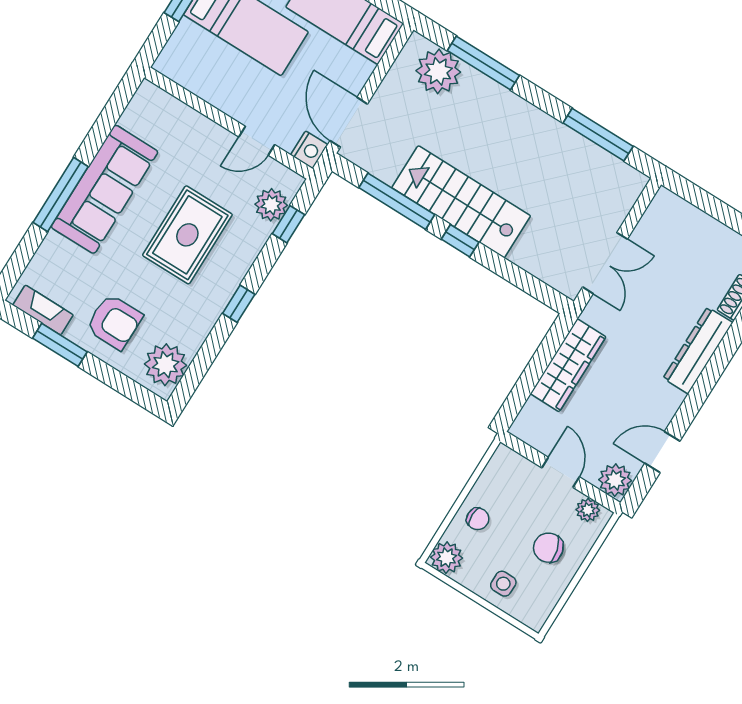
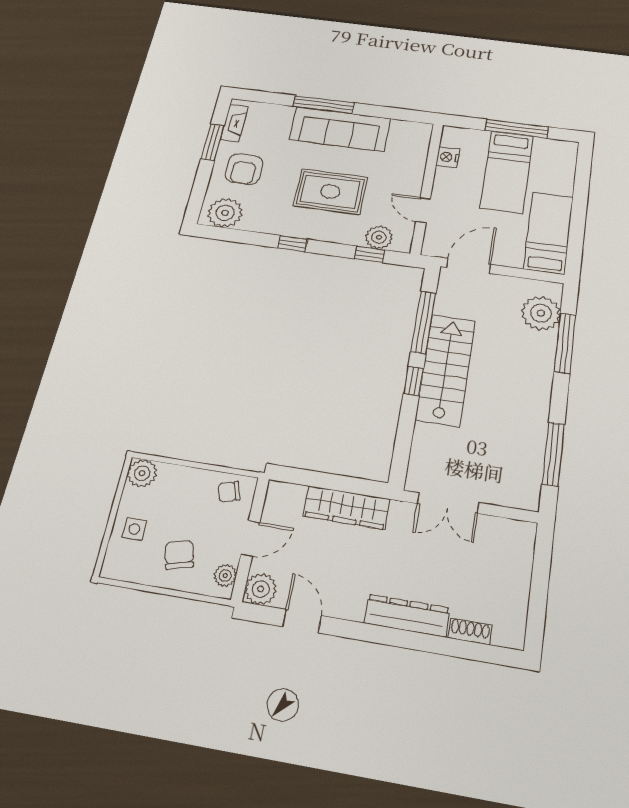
nightstand: (309, 150) -> (448, 157), moved, turned 90
chair: (478, 519) -> (229, 492), moved, turned 73

